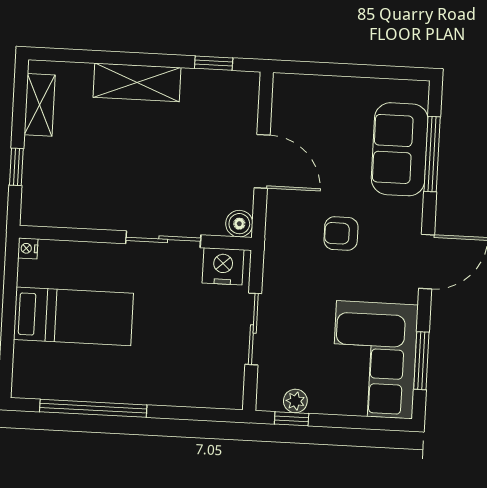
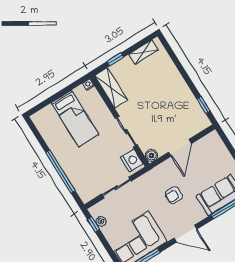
shelving: (137, 82) -> (111, 88), moved
armchair: (341, 234) -> (174, 195), turned -90
window: (93, 408) -> (60, 172), moved

